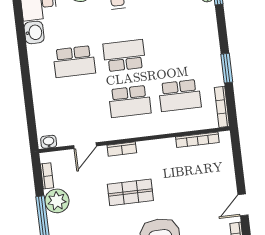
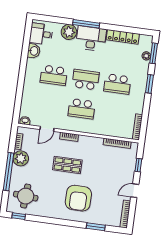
window: (227, 68) -> (149, 84), moved
school desk: (180, 95) -> (117, 84), moved
window: (238, 165) -> (138, 165), added

